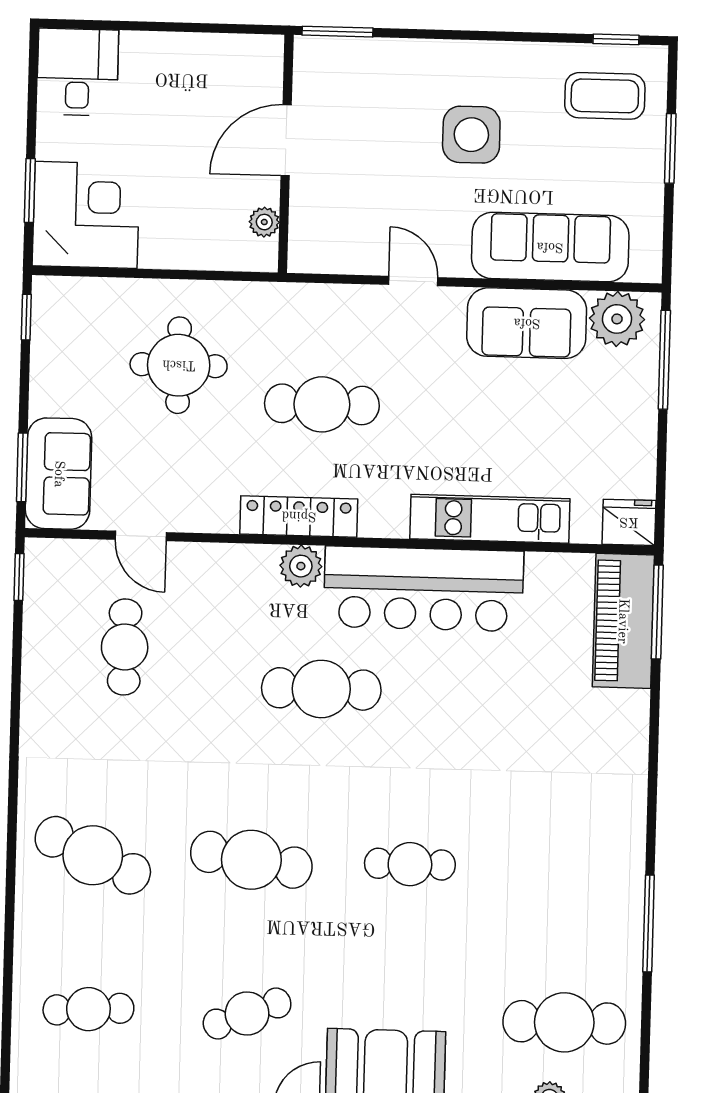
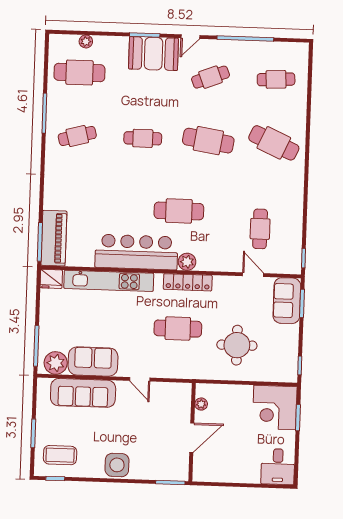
side table: (471, 135) -> (117, 465), moved
kitchen unit: (490, 519) -> (109, 281), width x1.36
cafe table: (569, 869) -> (77, 136), added

